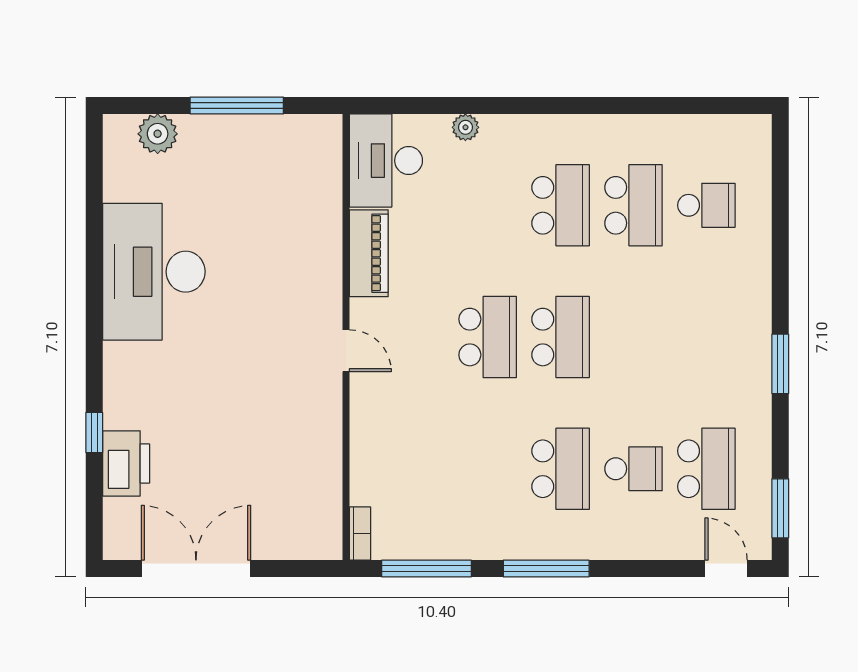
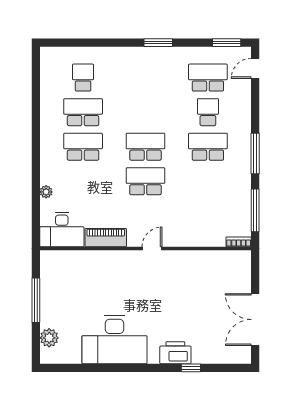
printer: (126, 463) -> (175, 353), moved

